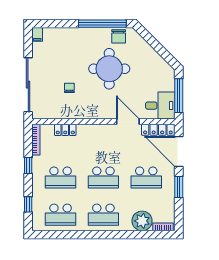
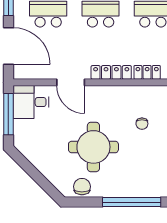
window: (102, 24) -> (132, 202), moved
locker: (158, 130) -> (111, 72), moved

